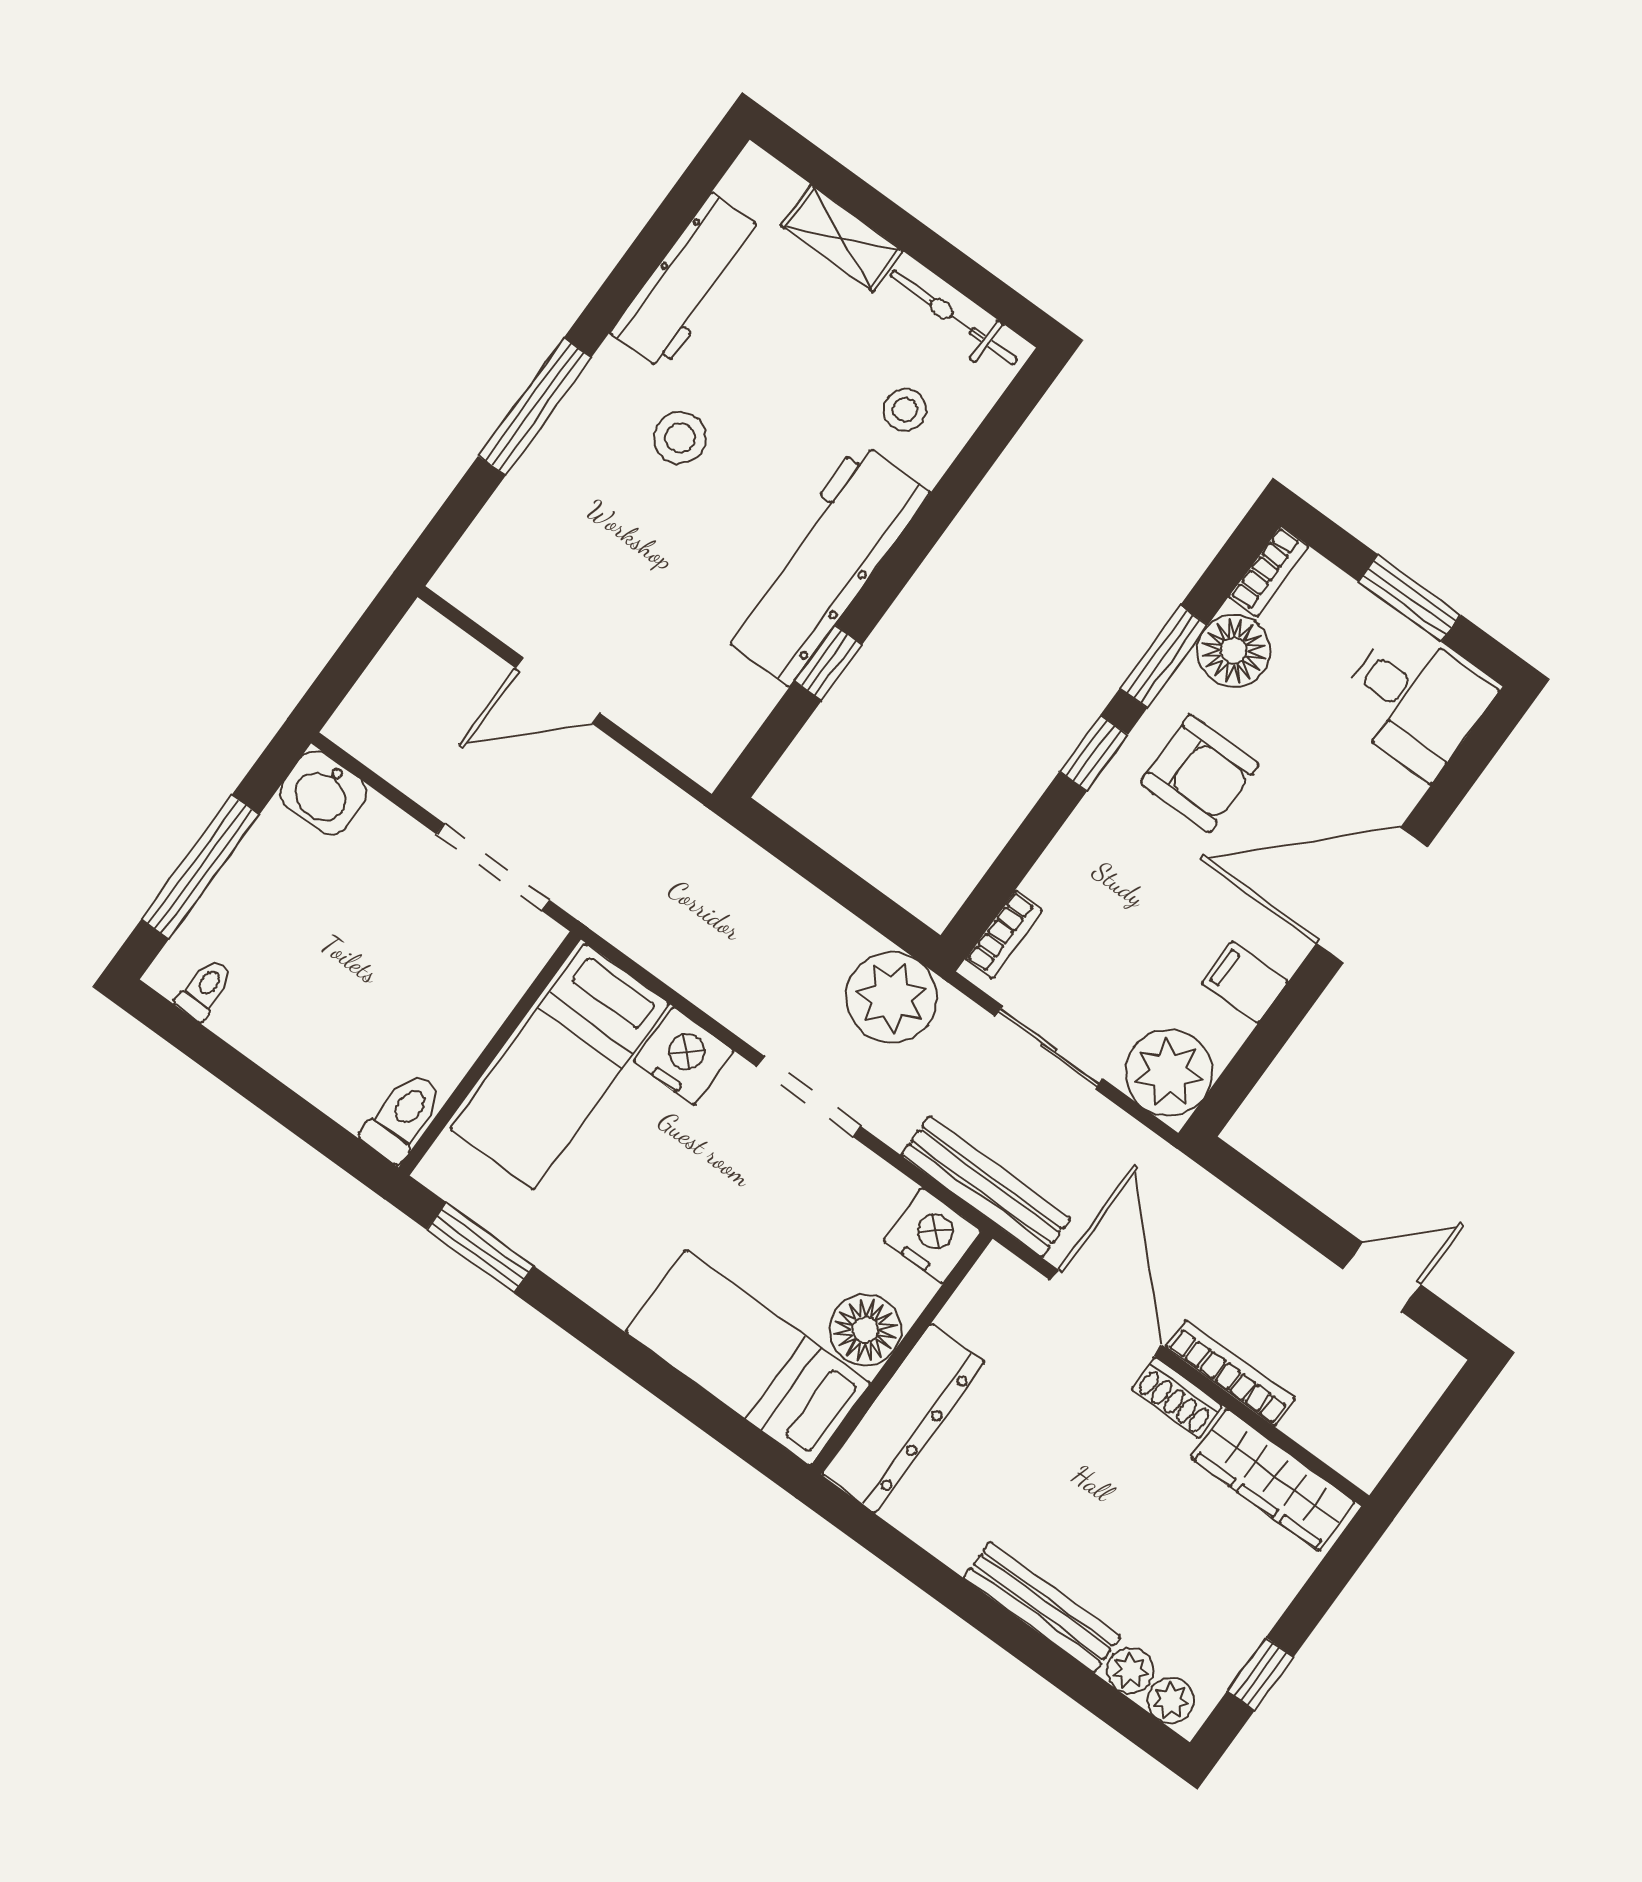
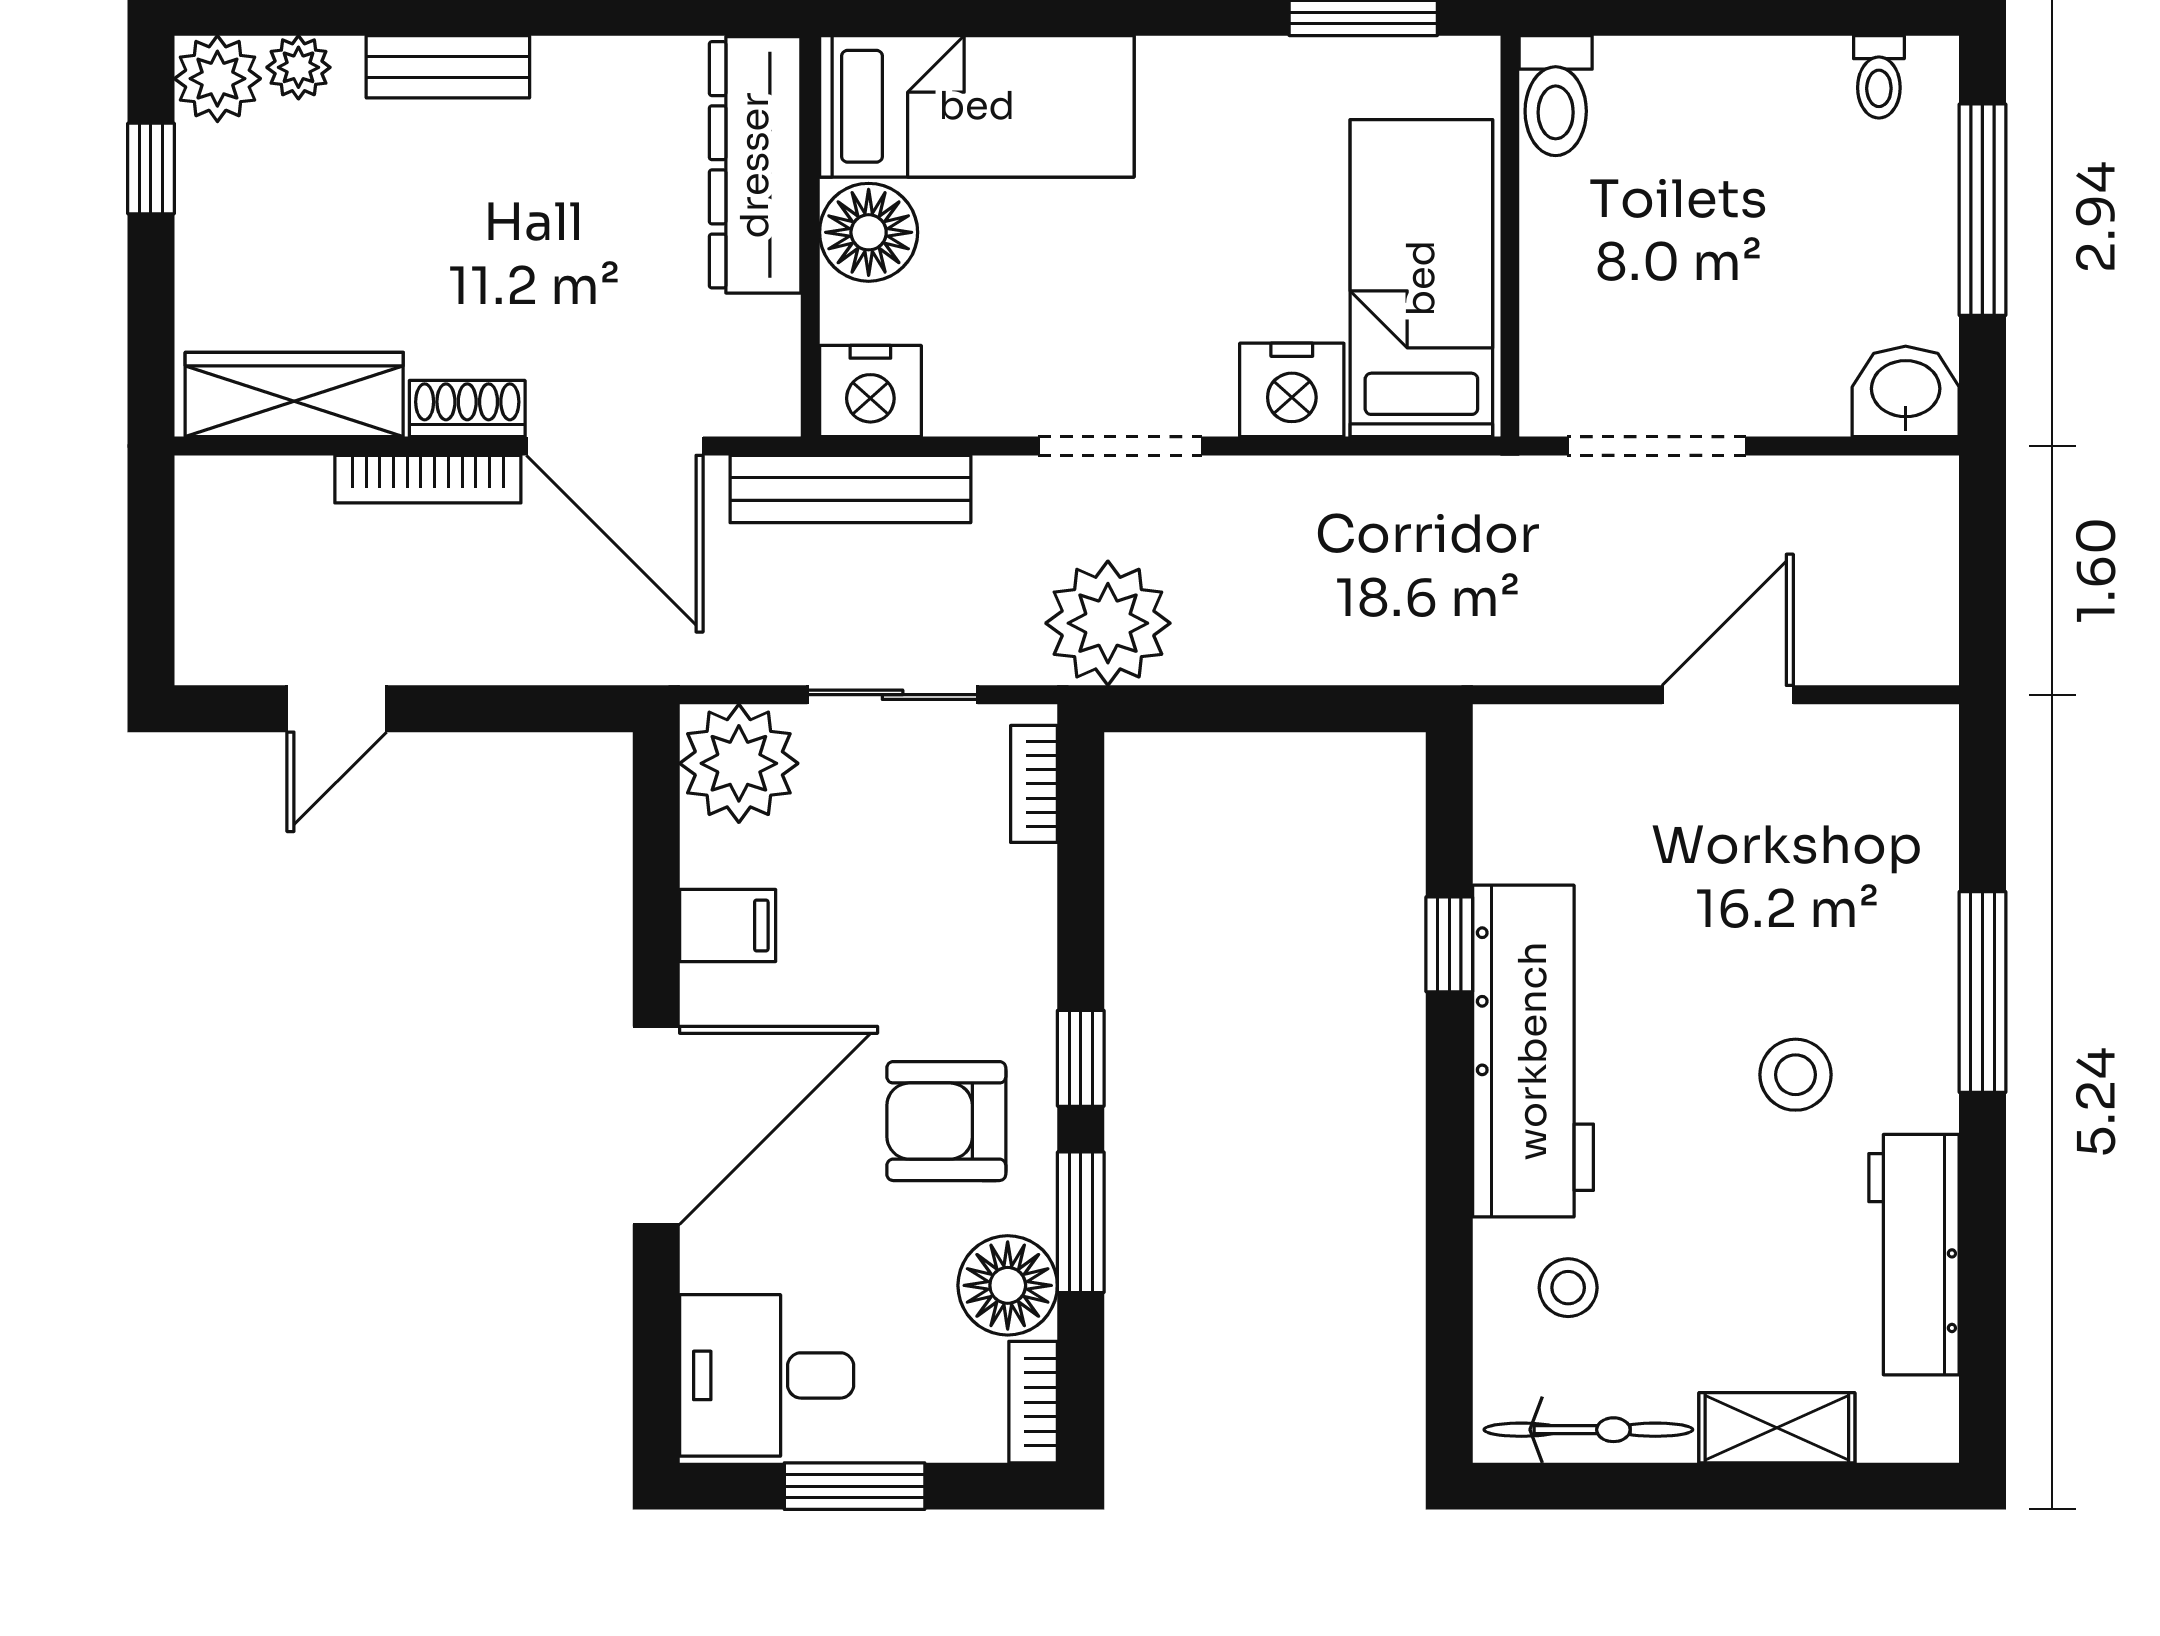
bench: (1042, 1607) -> (448, 67), width x0.73
plant: (1171, 1700) -> (217, 79), width x1.38, depth x1.38

